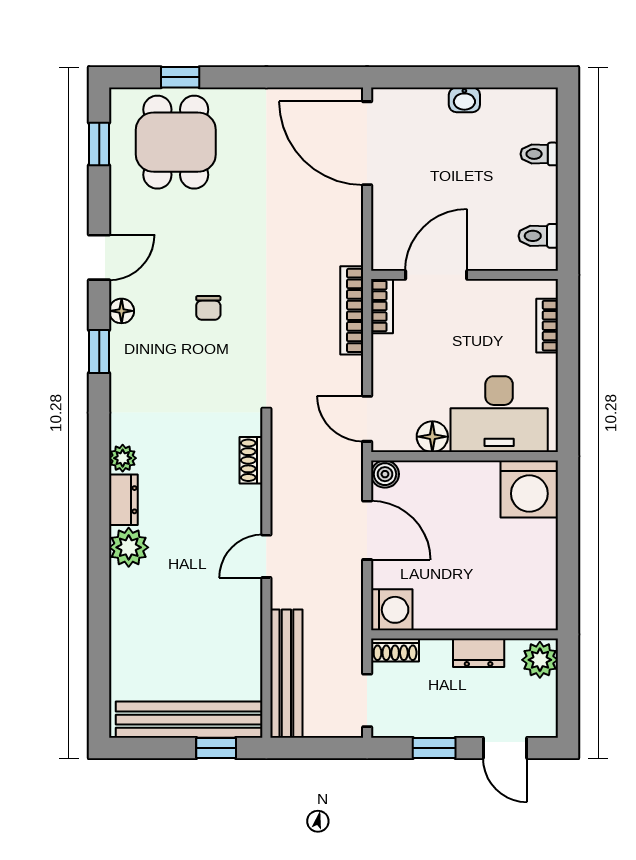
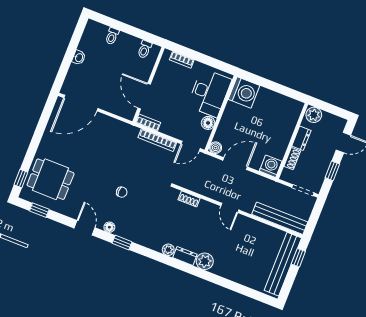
window: (180, 77) -> (21, 179), moved
bookcase: (352, 310) -> (157, 140), moved
shoe rack: (395, 650) -> (292, 159), moved

